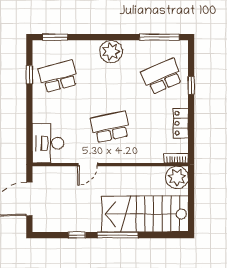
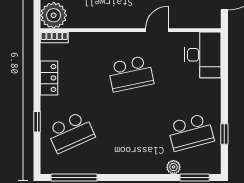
plant: (111, 51) -> (173, 167), moved, width x0.53, depth x0.53

